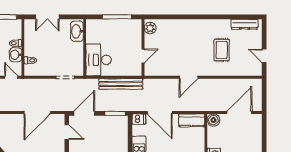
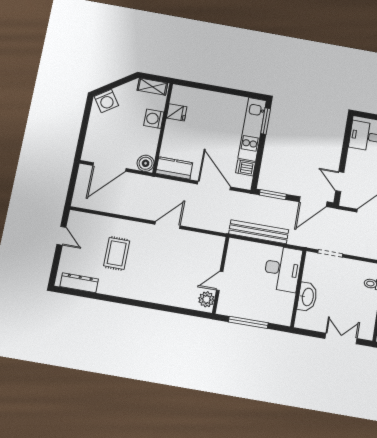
washbasin: (77, 31) -> (307, 297), moved
door: (143, 56) -> (220, 281), moved
dishwasher: (139, 119) -> (245, 168), moved

